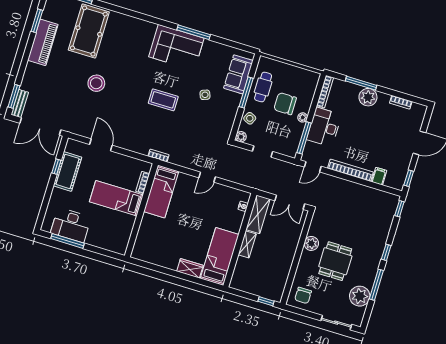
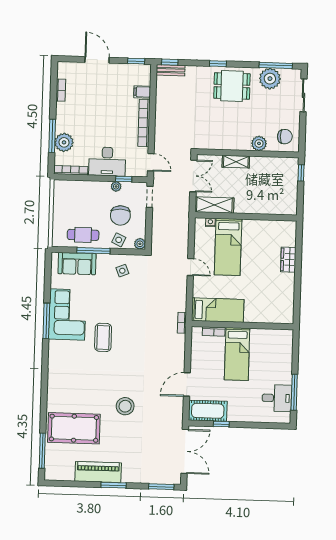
window: (37, 21) -> (114, 485), moved
corner sofa: (176, 47) -> (67, 315), moved
side table: (205, 95) -> (122, 271), moved
plant: (368, 97) -> (64, 142), moved
coffee table: (163, 100) -> (103, 337), moved
bench: (20, 104) -> (171, 70), moved
chair: (285, 104) -> (120, 215), moved
plant: (303, 117) -> (116, 186), moved
window: (304, 138) -> (124, 179), width x0.46
doorway: (263, 151) -> (150, 197), moved
cot: (68, 171) -> (208, 411), moved
desk: (71, 225) -> (277, 398), width x0.73
plant: (311, 243) -> (259, 143), moved
shelving: (247, 244) -> (236, 162), moved
bed: (220, 256) -> (228, 247), moved, turned -90
dining table: (335, 261) -> (232, 86), moved
window: (376, 285) -> (276, 65), moved

